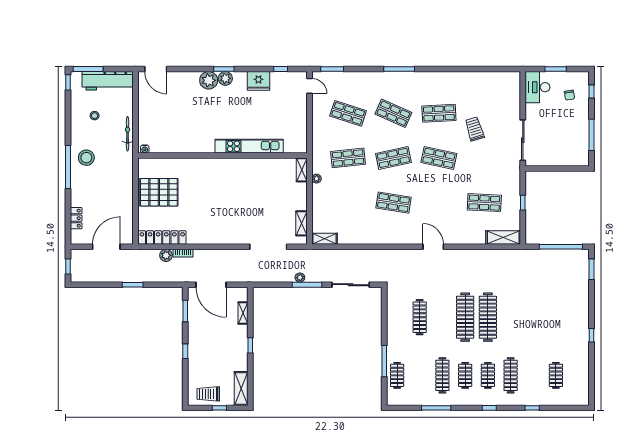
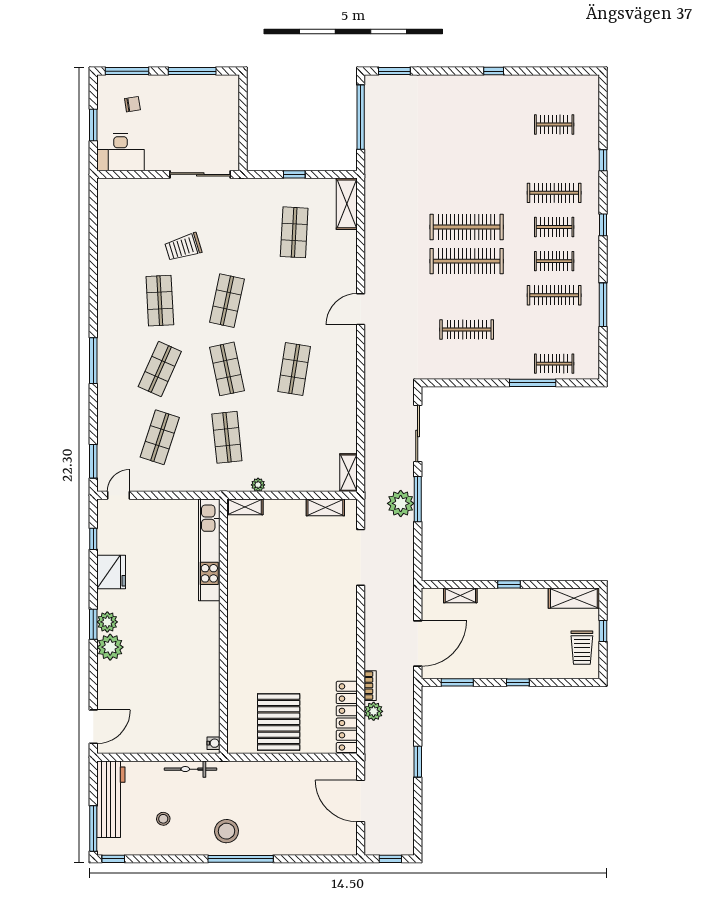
window: (591, 92) -> (127, 71), width x2.17
kitchen unit: (249, 146) -> (209, 550), moved
locker: (76, 218) -> (318, 847), removed
plant: (300, 278) -> (401, 503), width x1.87, depth x1.87

